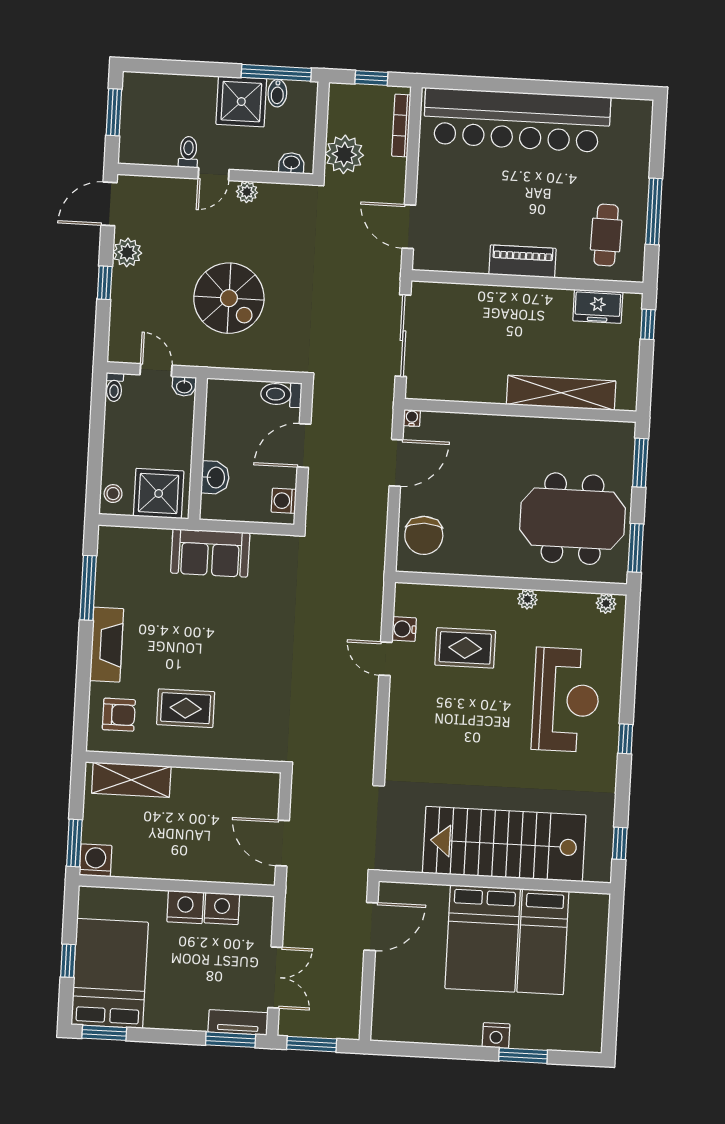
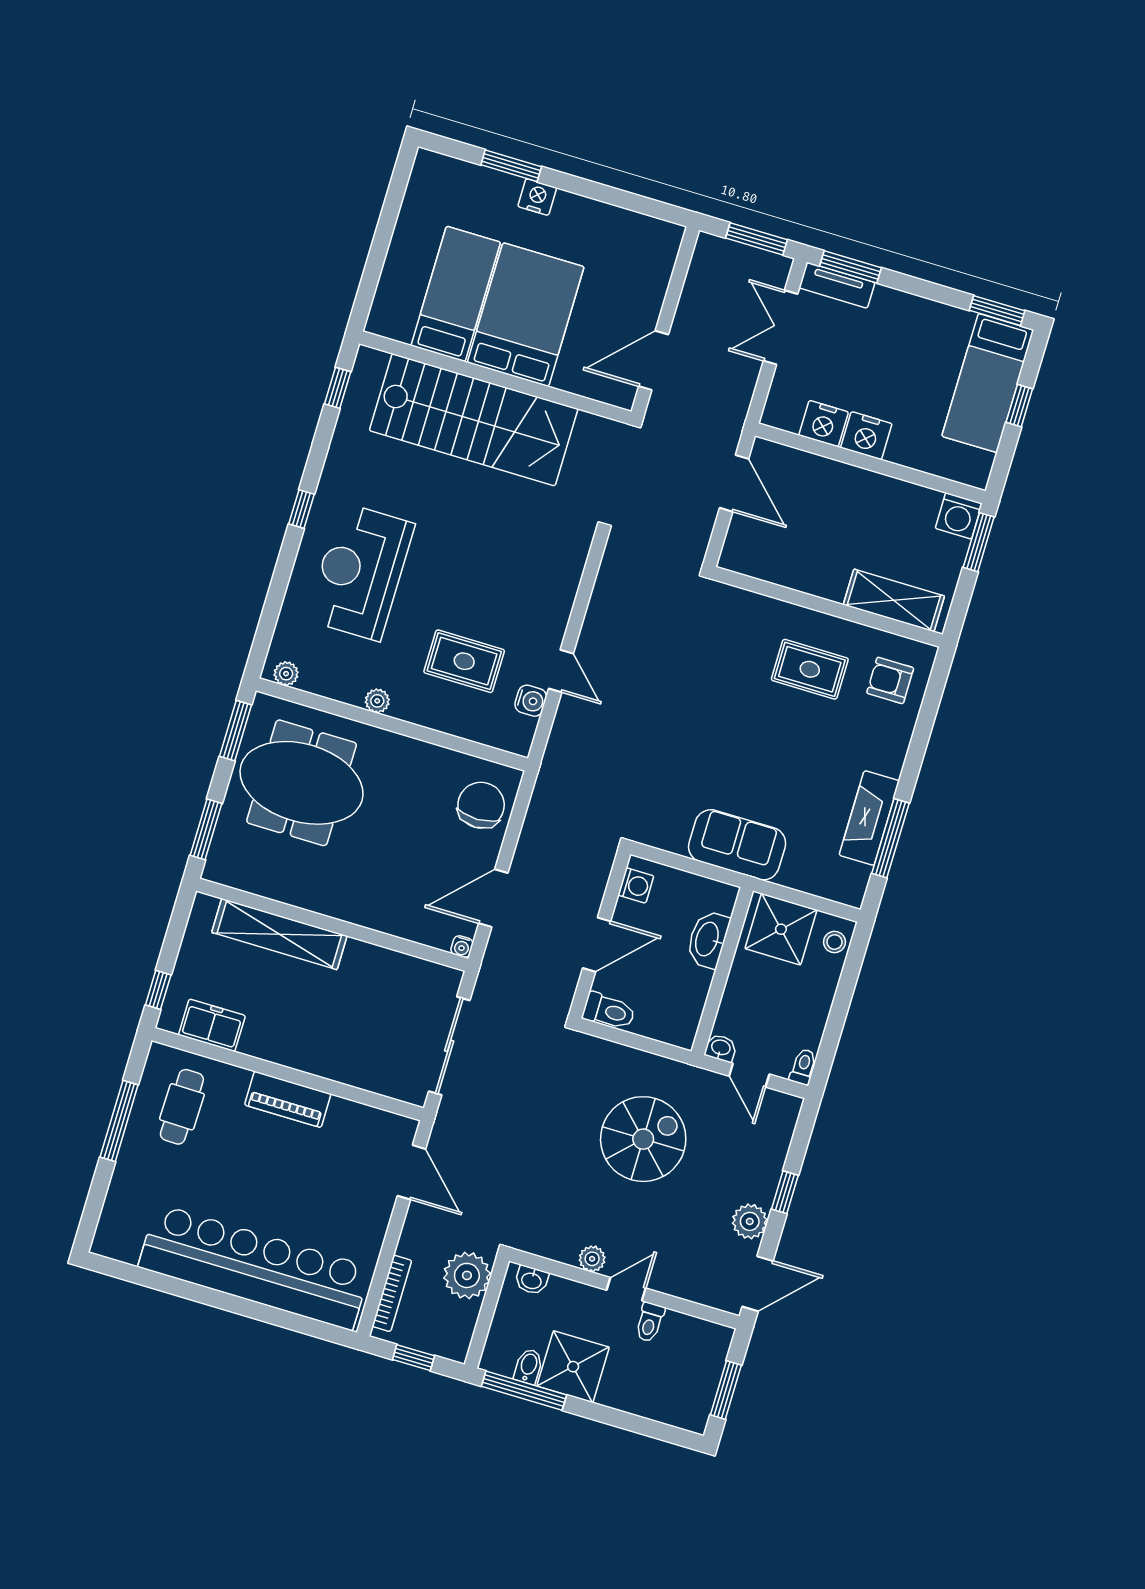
spiral stairs: (229, 298) -> (643, 1139), turned 90
washbasin: (215, 478) -> (708, 939), width x1.38
fireplace: (107, 645) -> (869, 818), moved
bed: (110, 973) -> (988, 383), width x0.67

